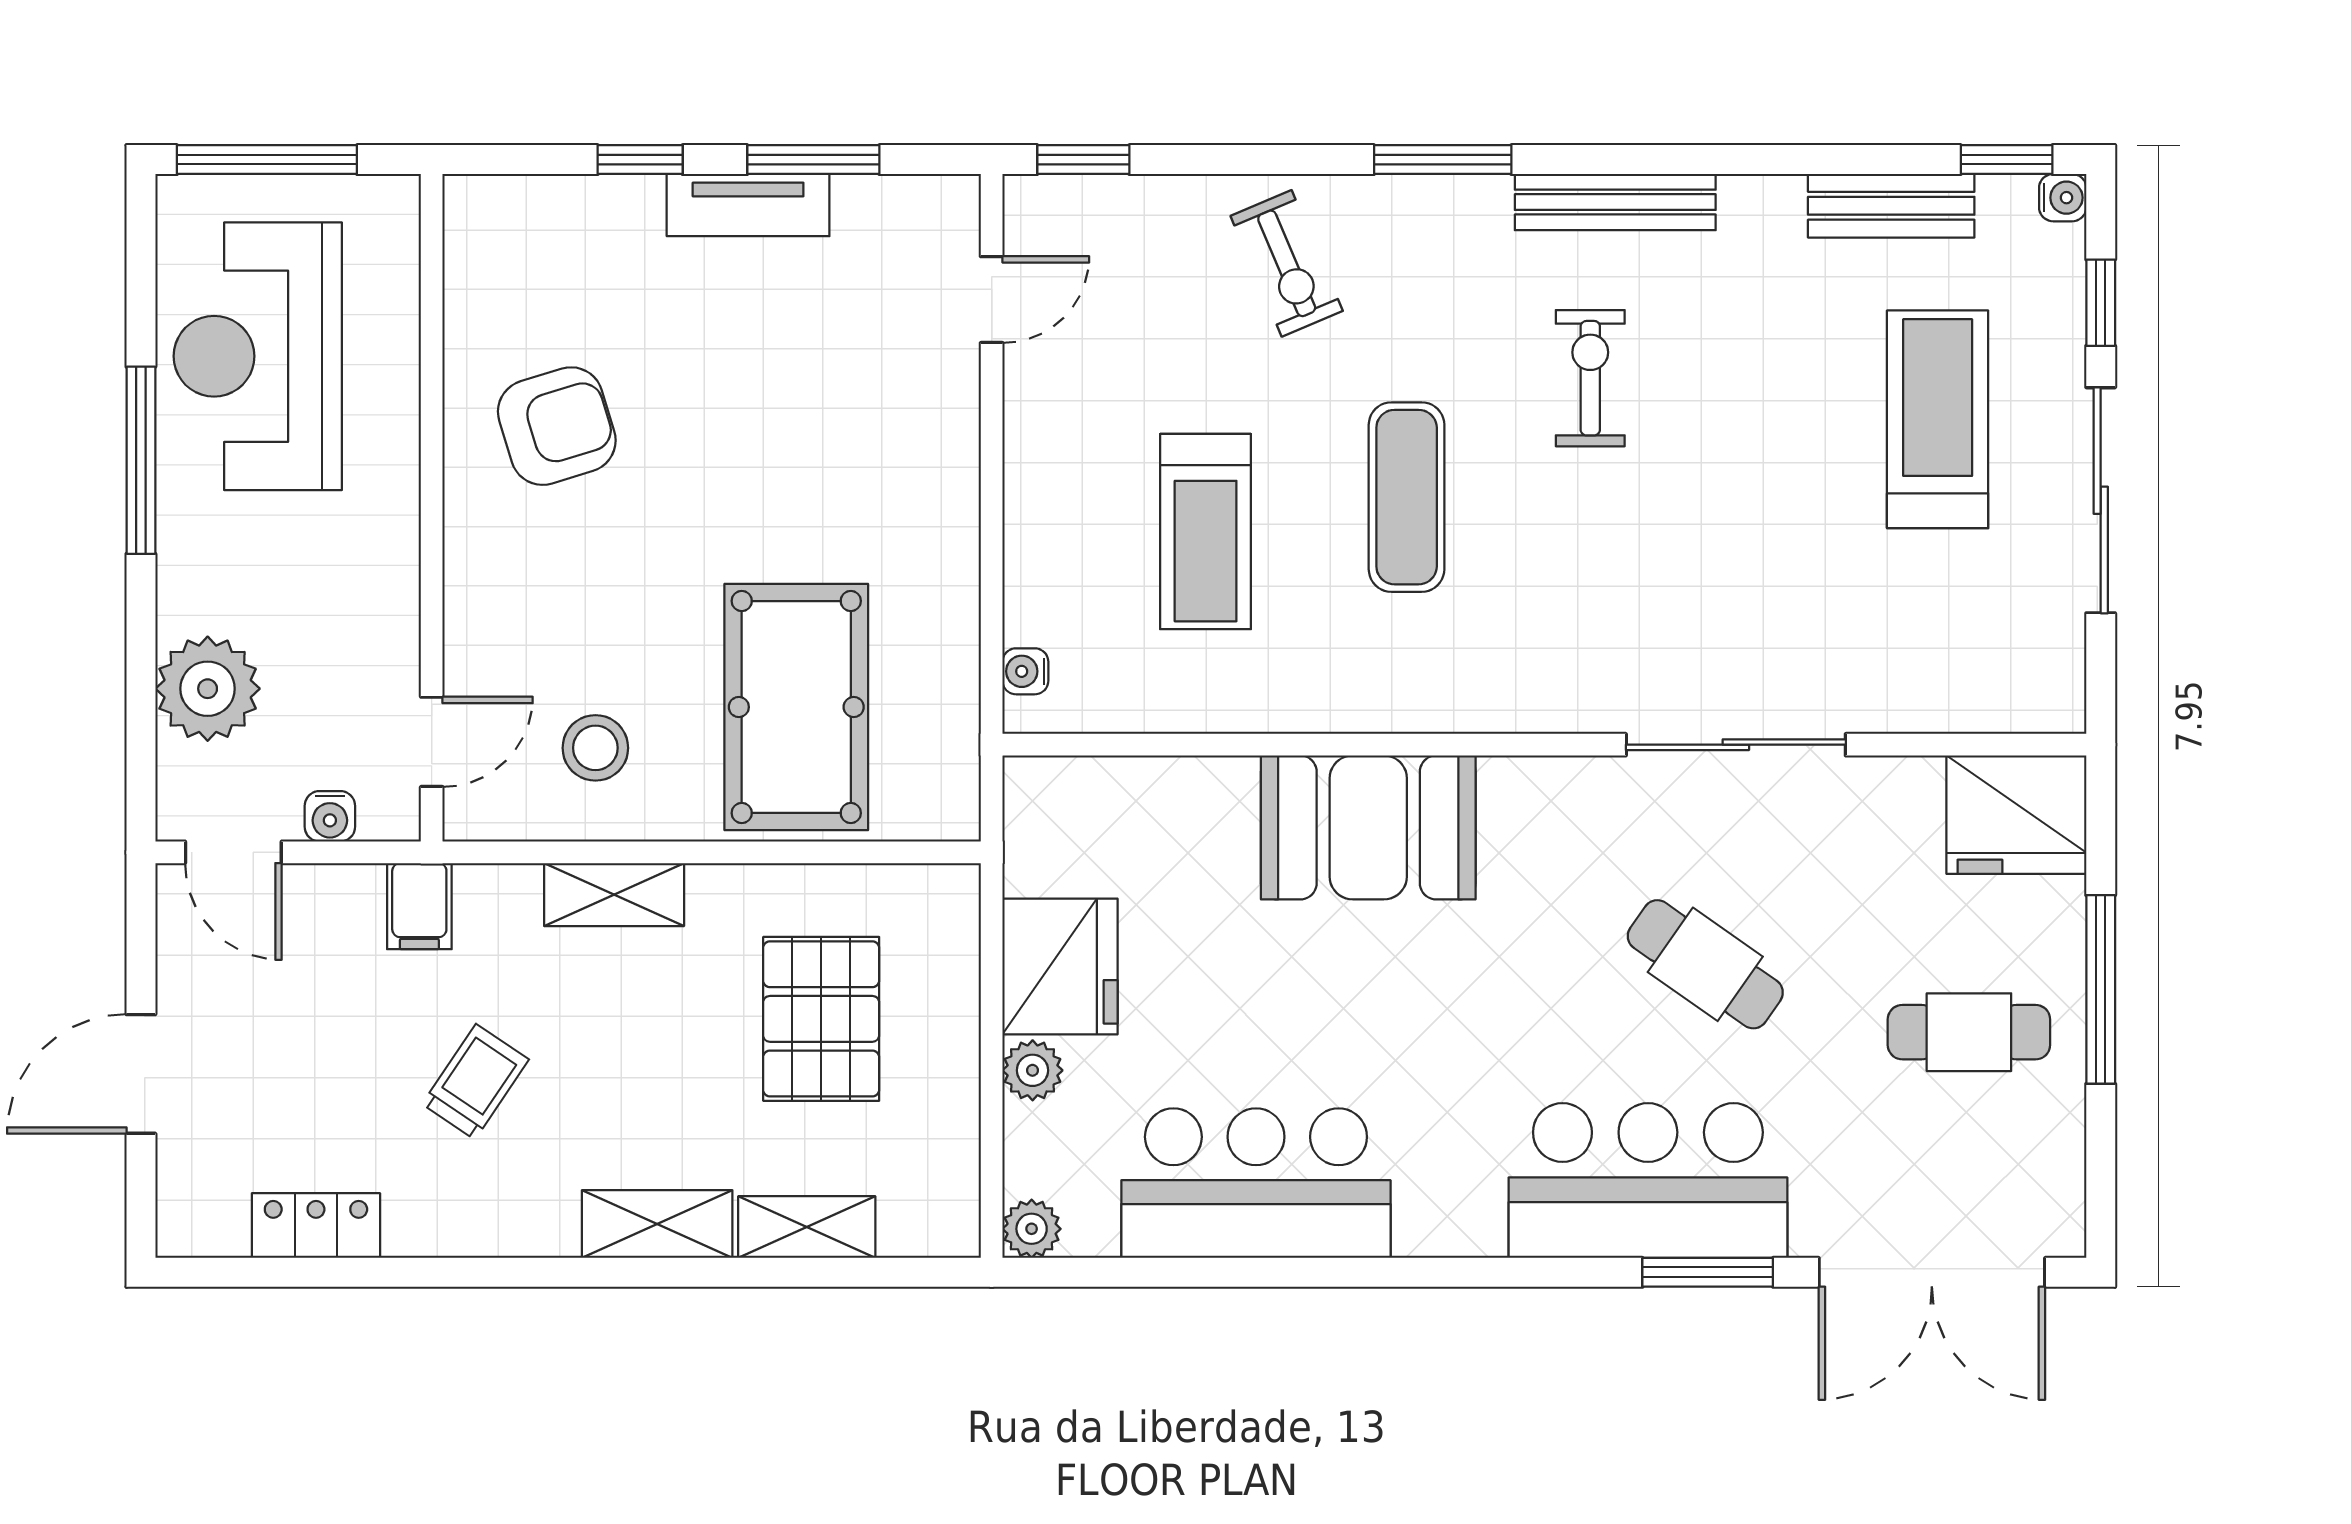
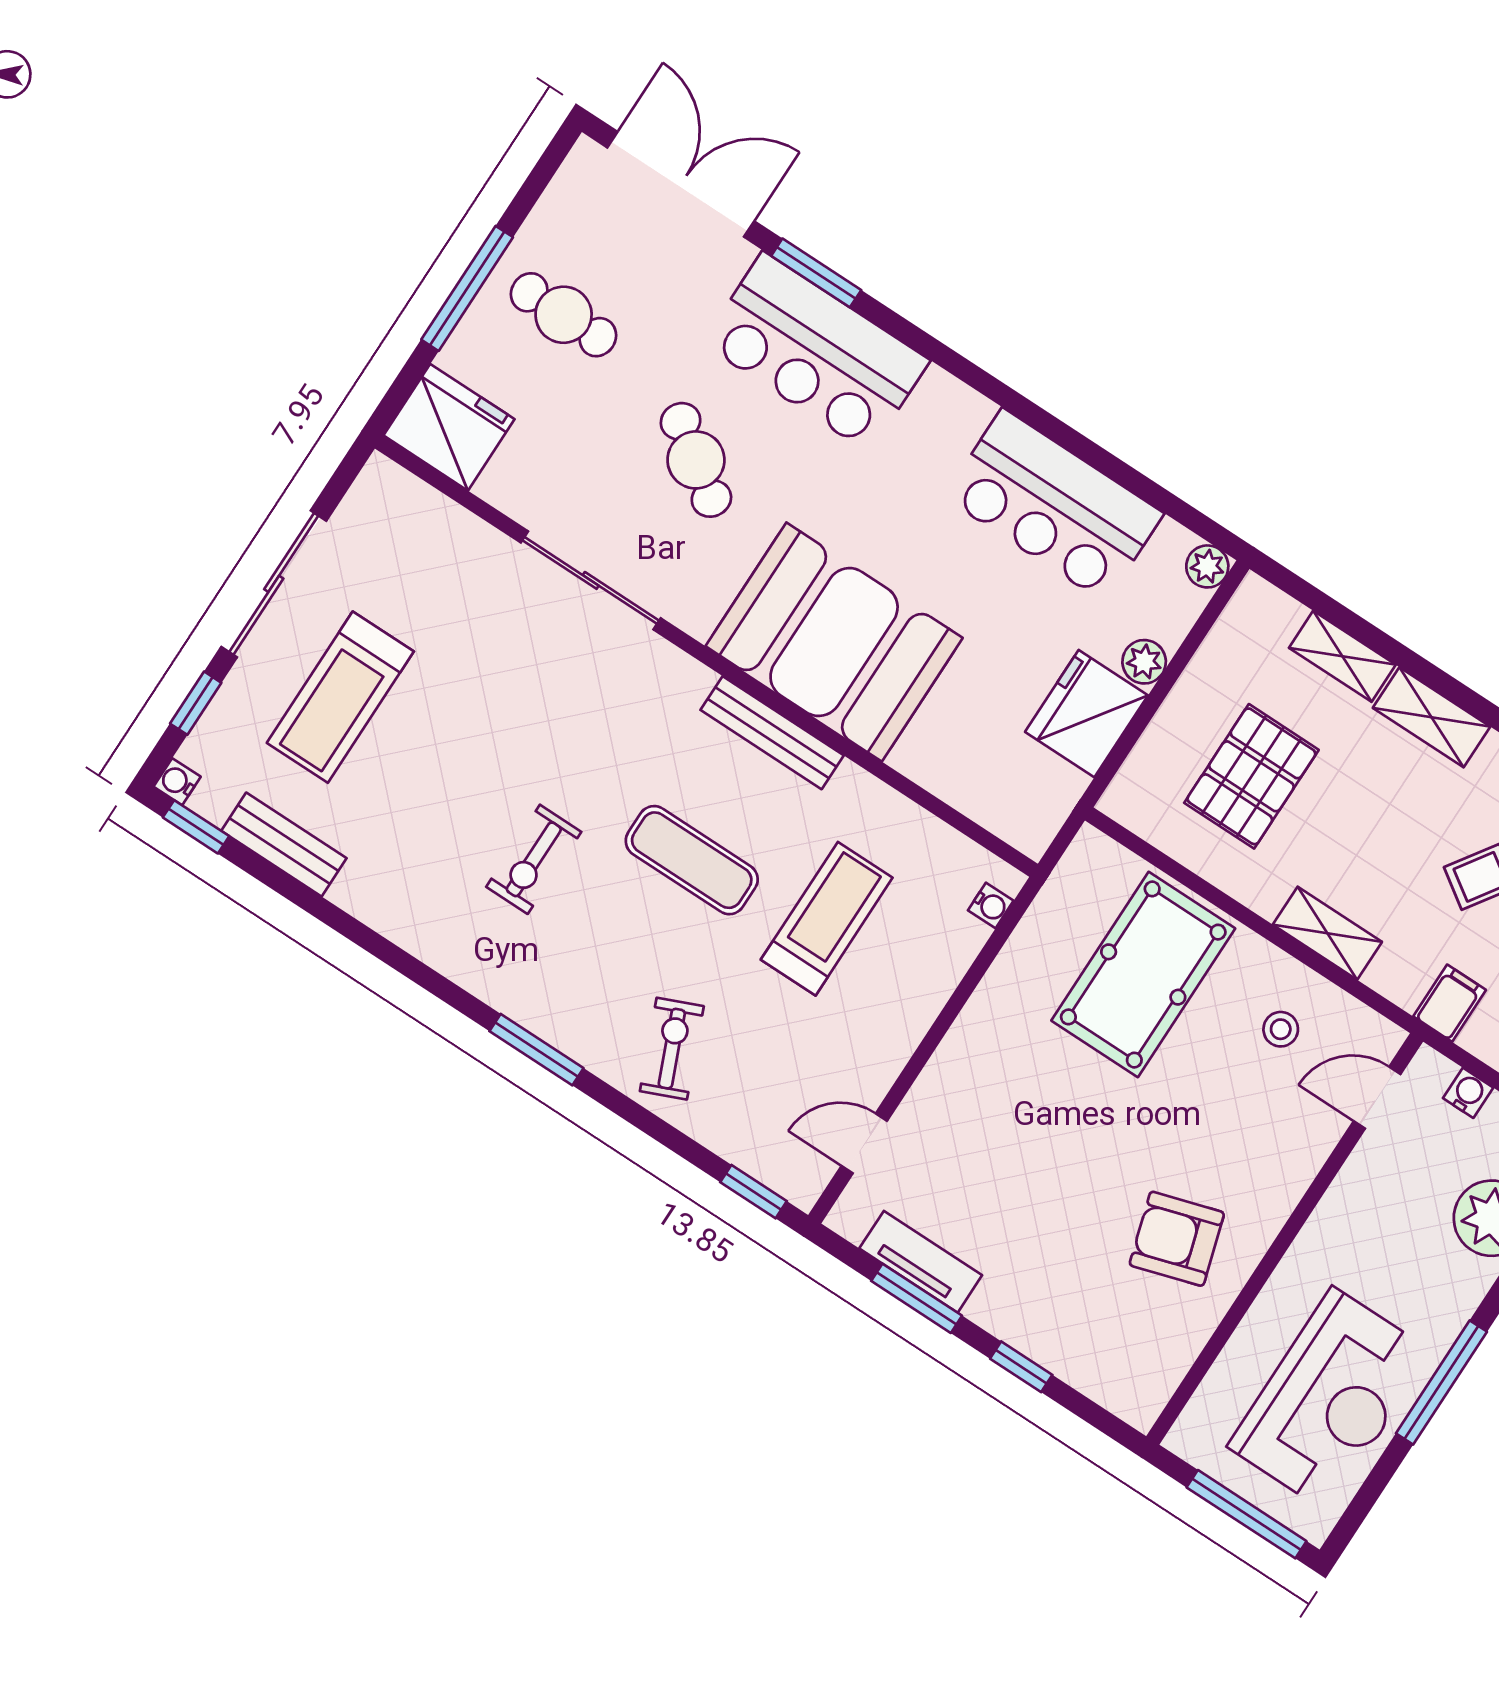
bench: (1615, 202) -> (772, 733), moved
tv unit: (748, 205) -> (921, 1262), moved
exercise mat: (1407, 497) -> (692, 860), turned 90
stool: (595, 748) -> (1281, 1029), width x0.73, depth x0.73
booth: (1368, 827) -> (834, 642), width x1.36, depth x1.42

